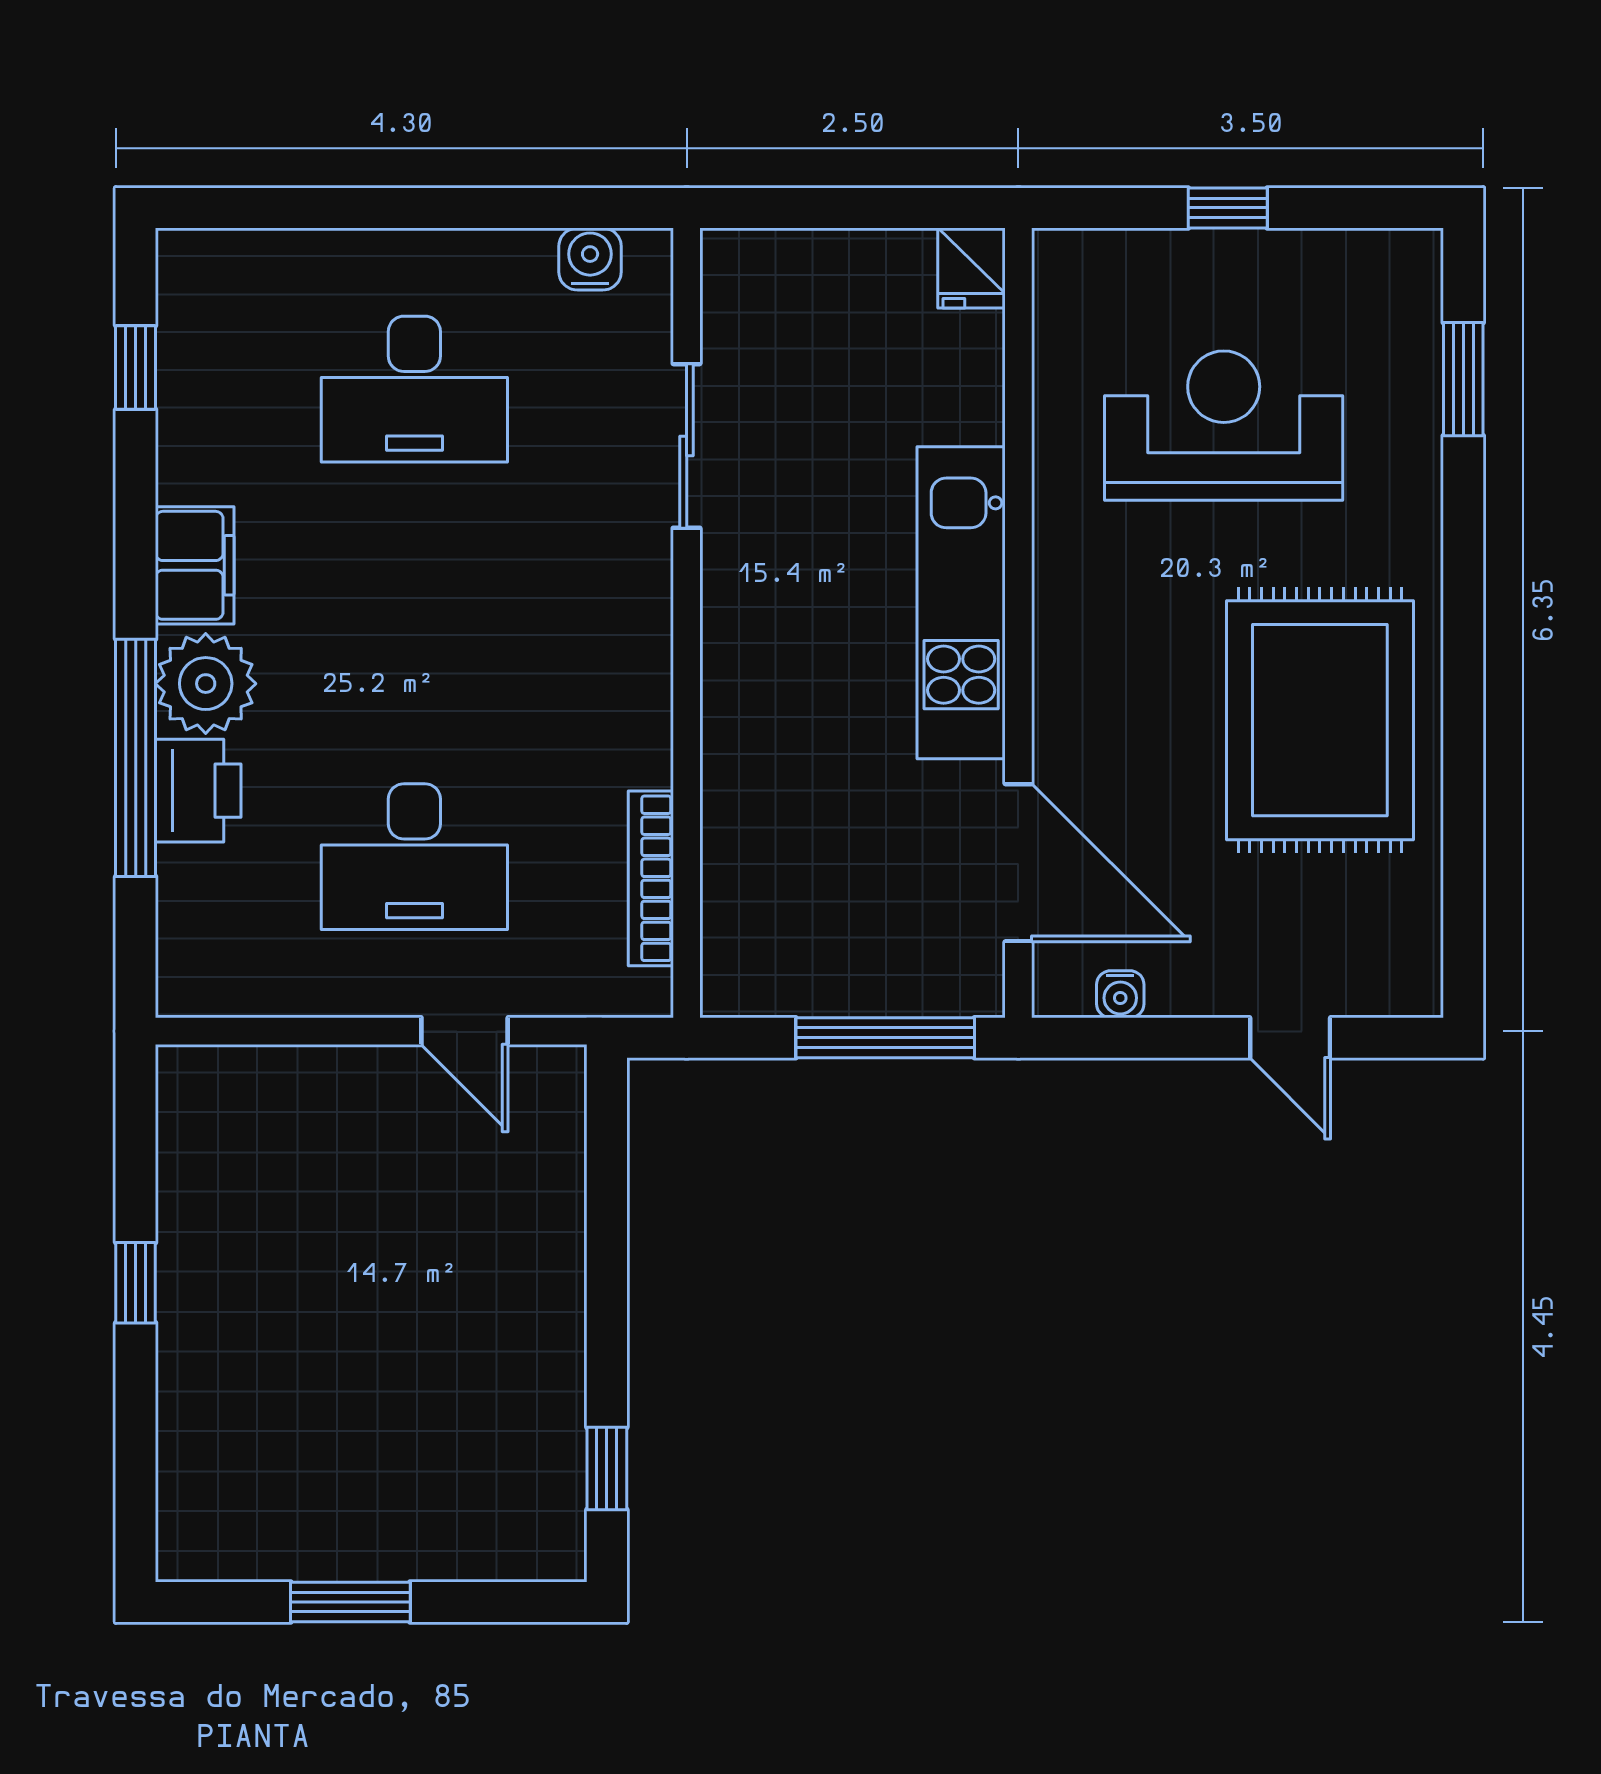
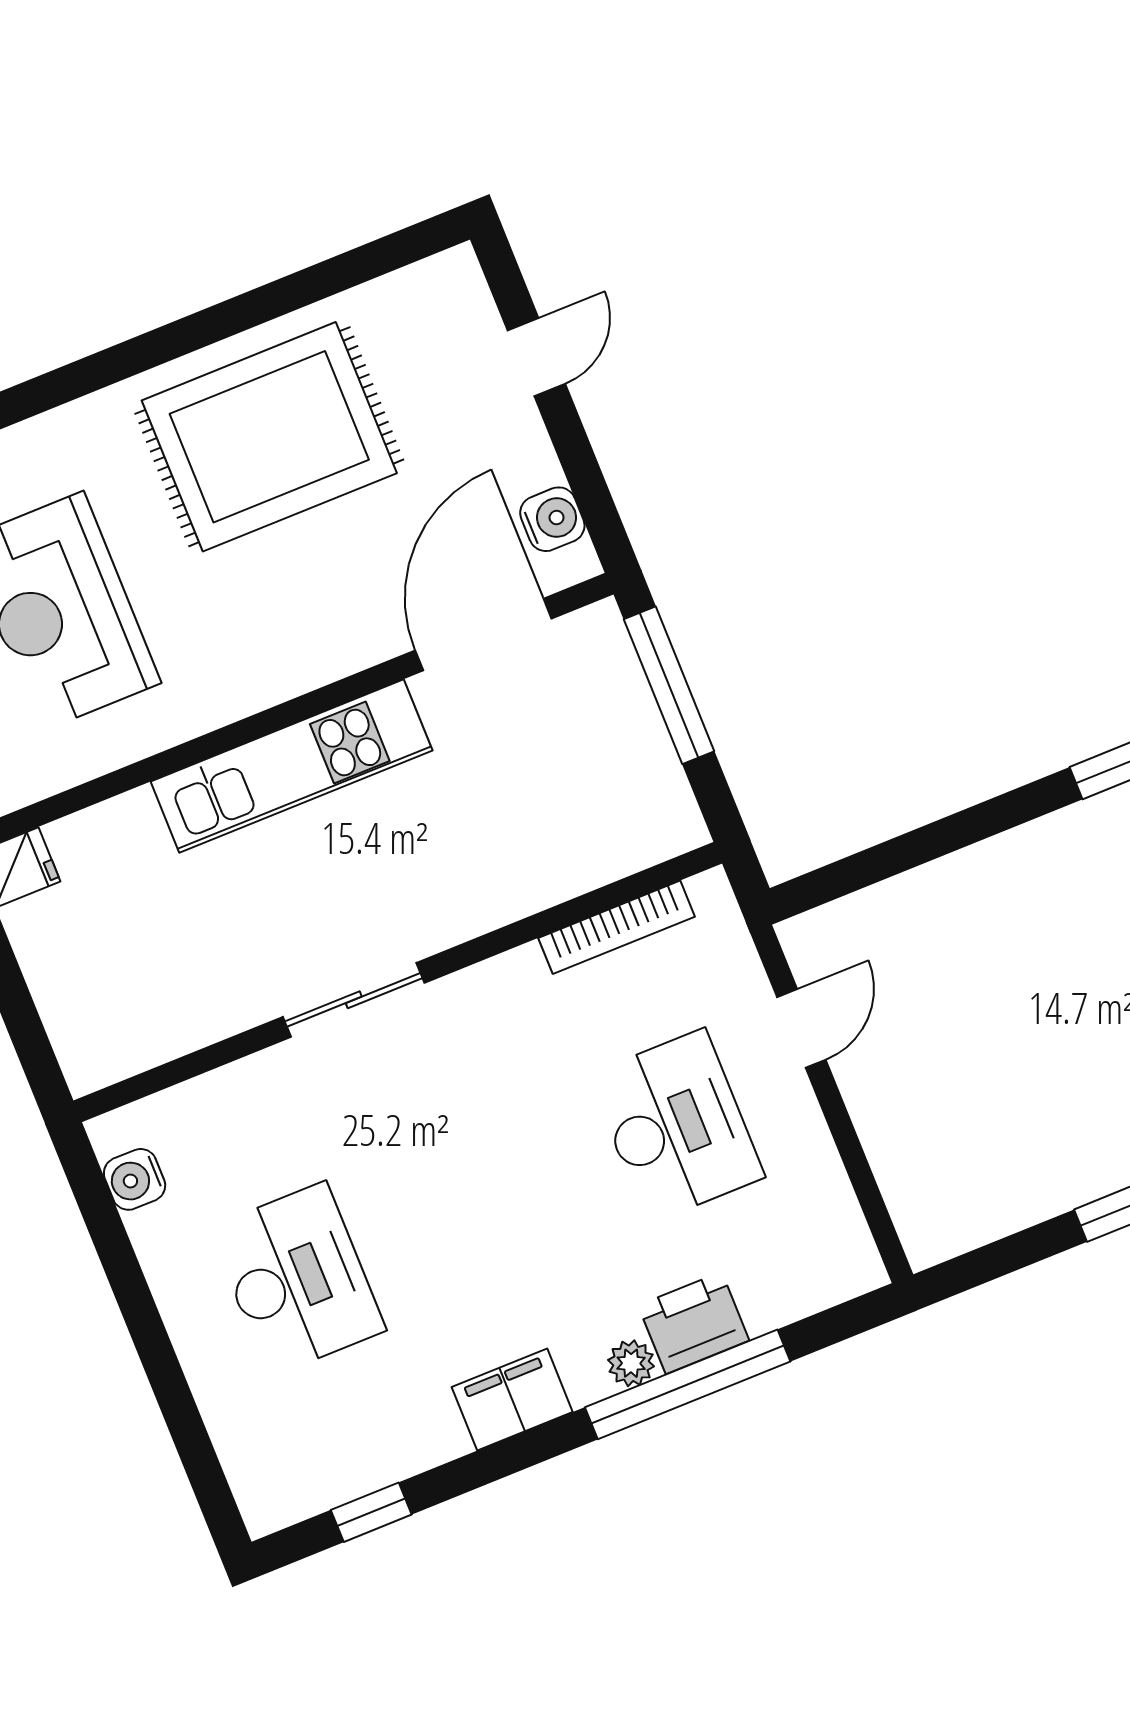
sliding door: (687, 446) -> (354, 1000), moved
plant: (206, 684) -> (631, 1363), width x0.53, depth x0.53
water cooler: (1120, 994) -> (552, 519), width x1.38, depth x1.38

